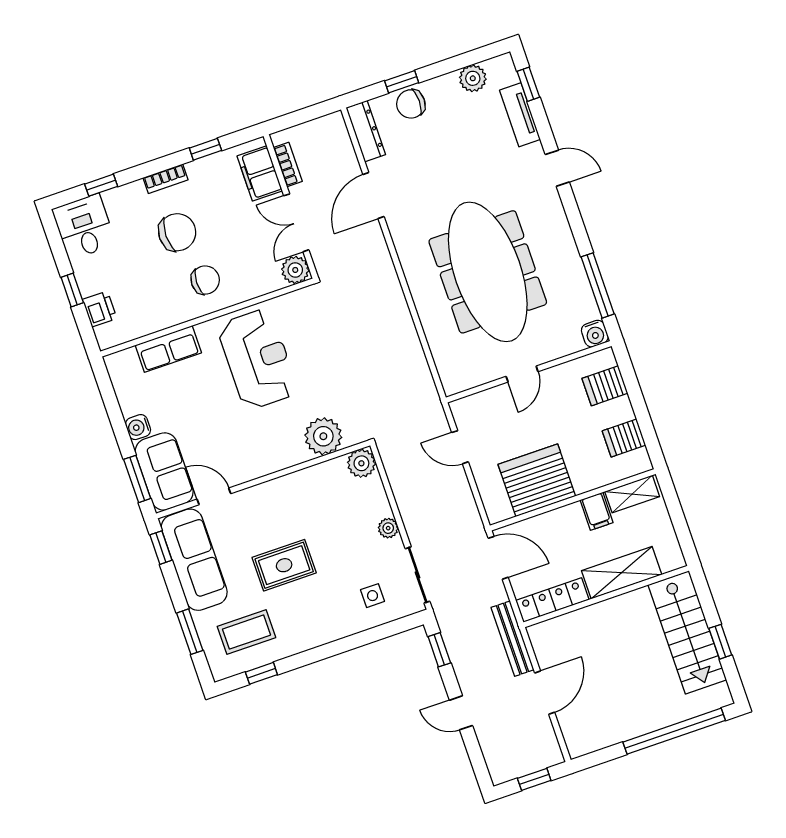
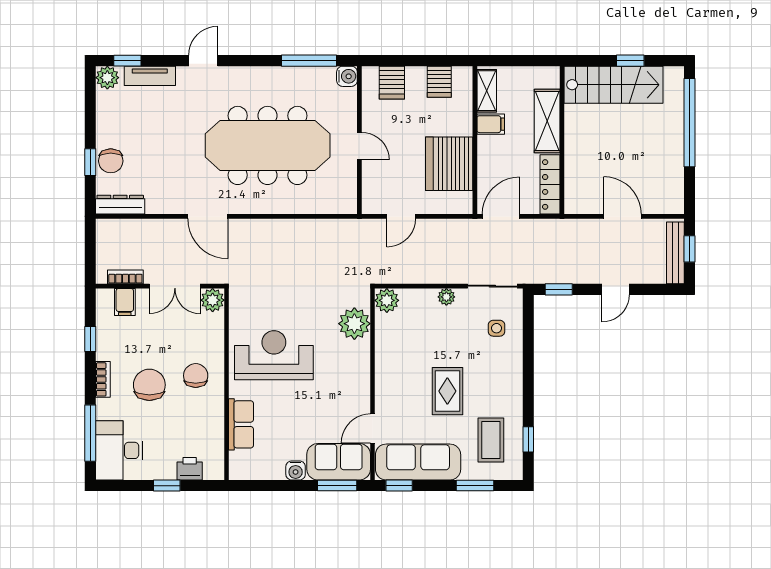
plant: (473, 78) -> (107, 78), moved
filing cabinet: (260, 173) -> (125, 302), width x0.50
window: (101, 185) -> (90, 433), width x2.17
door: (373, 196) -> (208, 216), moved
desk: (84, 227) -> (119, 450), width x1.37
bench: (513, 639) -> (675, 253), moved, turned 90

